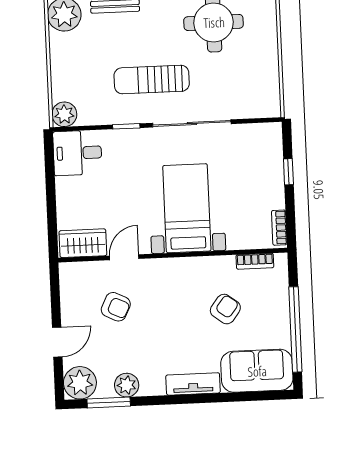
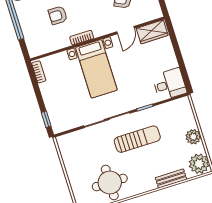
plant: (64, 114) -> (193, 137), moved
window: (288, 172) -> (46, 119), moved
bookcase: (255, 261) -> (82, 38), moved
armchair: (225, 309) -> (58, 15), turned 53

